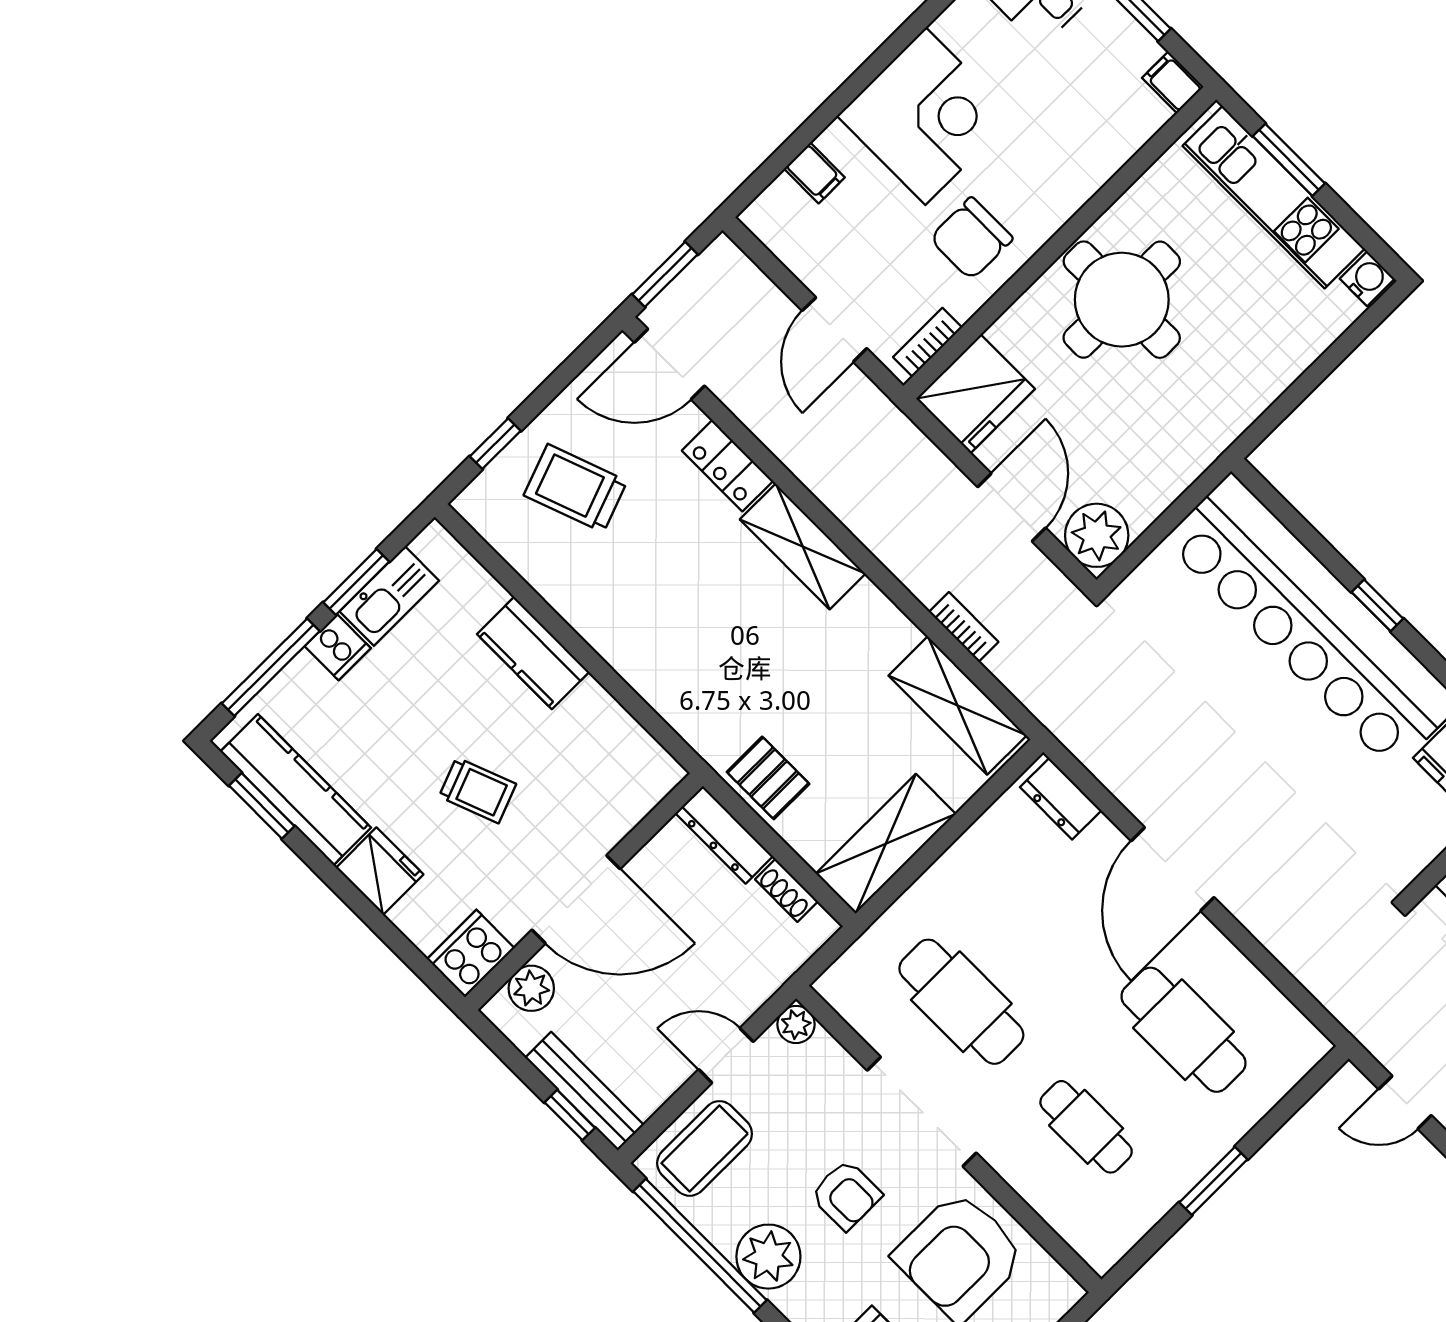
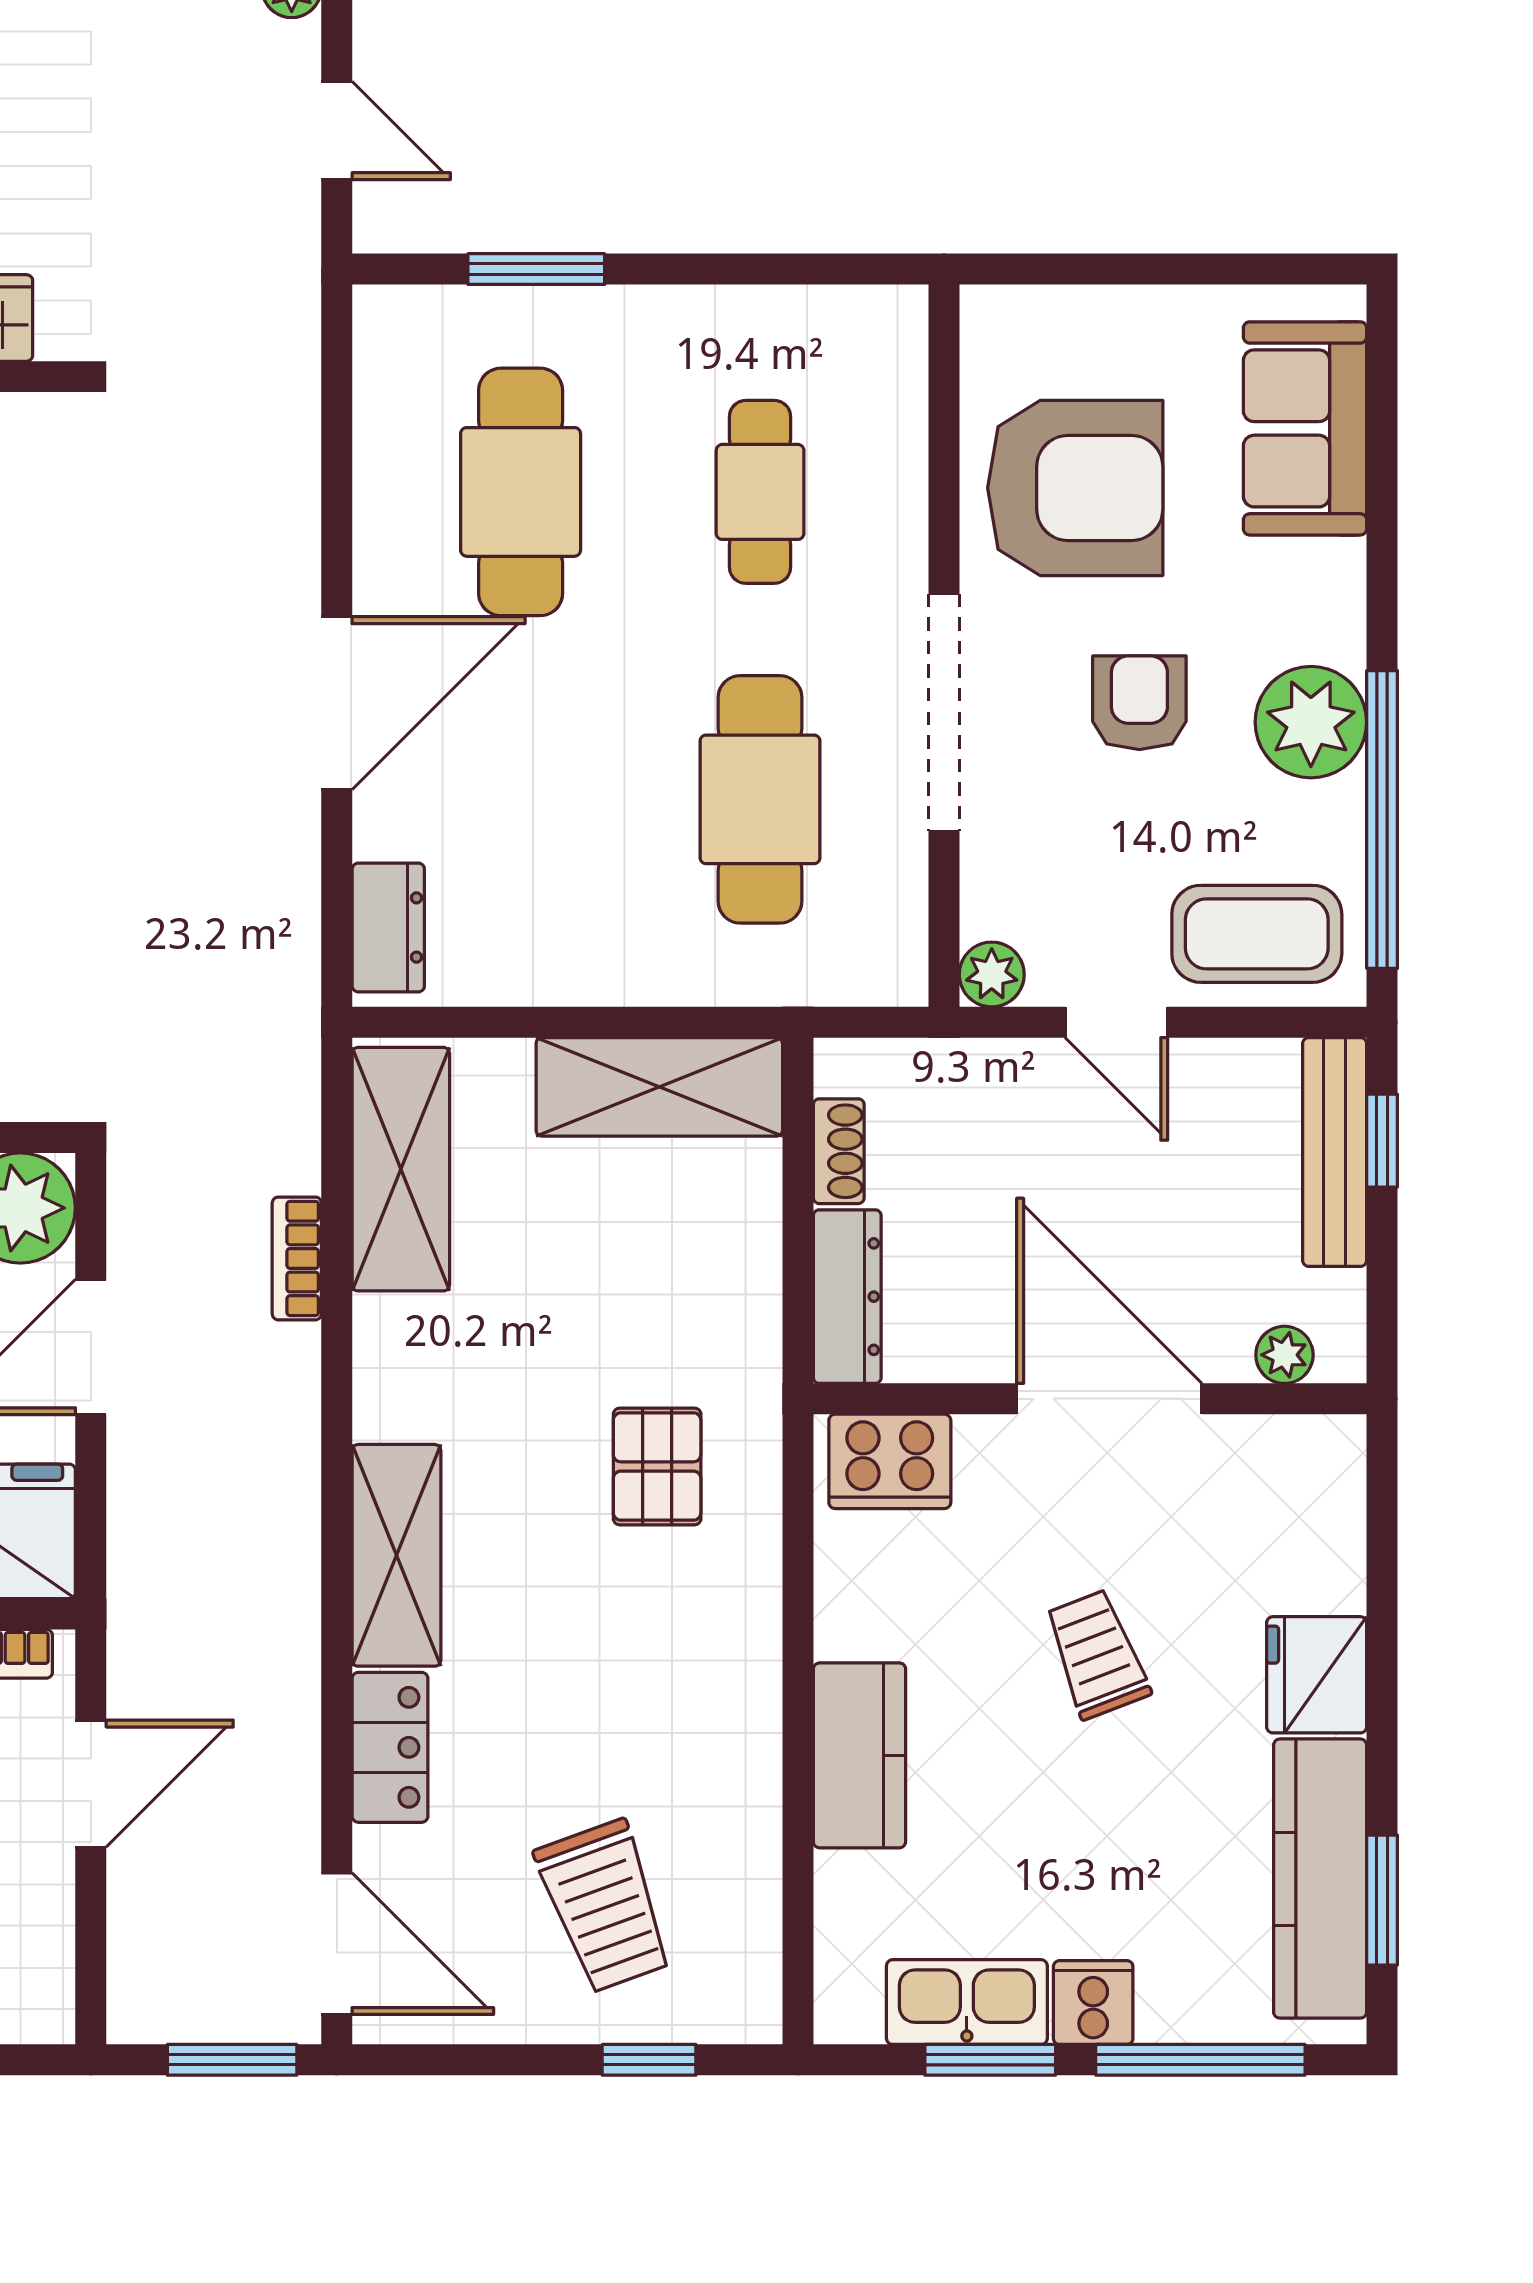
pallet: (768, 778) -> (657, 1466), moved
cooker: (471, 954) -> (890, 1461), moved
plant: (531, 988) -> (1284, 1355), width x0.73, depth x0.73
window: (1213, 1181) -> (536, 269), moved

